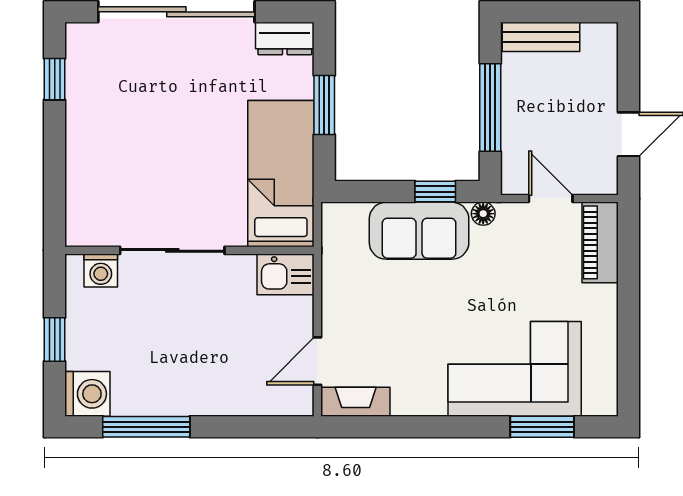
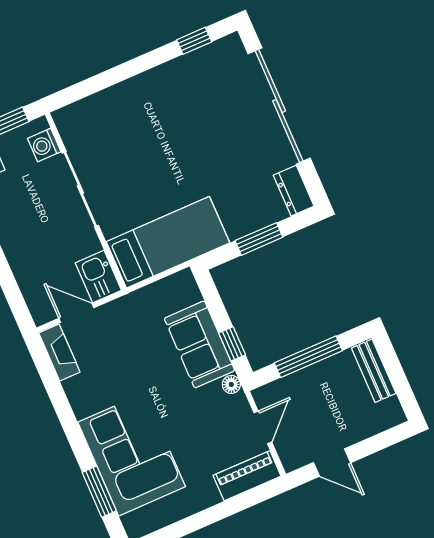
bed: (281, 174) -> (168, 242), moved
sliding door: (172, 250) -> (80, 189), moved
wall: (189, 250) -> (86, 201), moved
washing machine: (101, 270) -> (44, 145), moved
kitchen sink: (286, 274) -> (98, 277), moved

